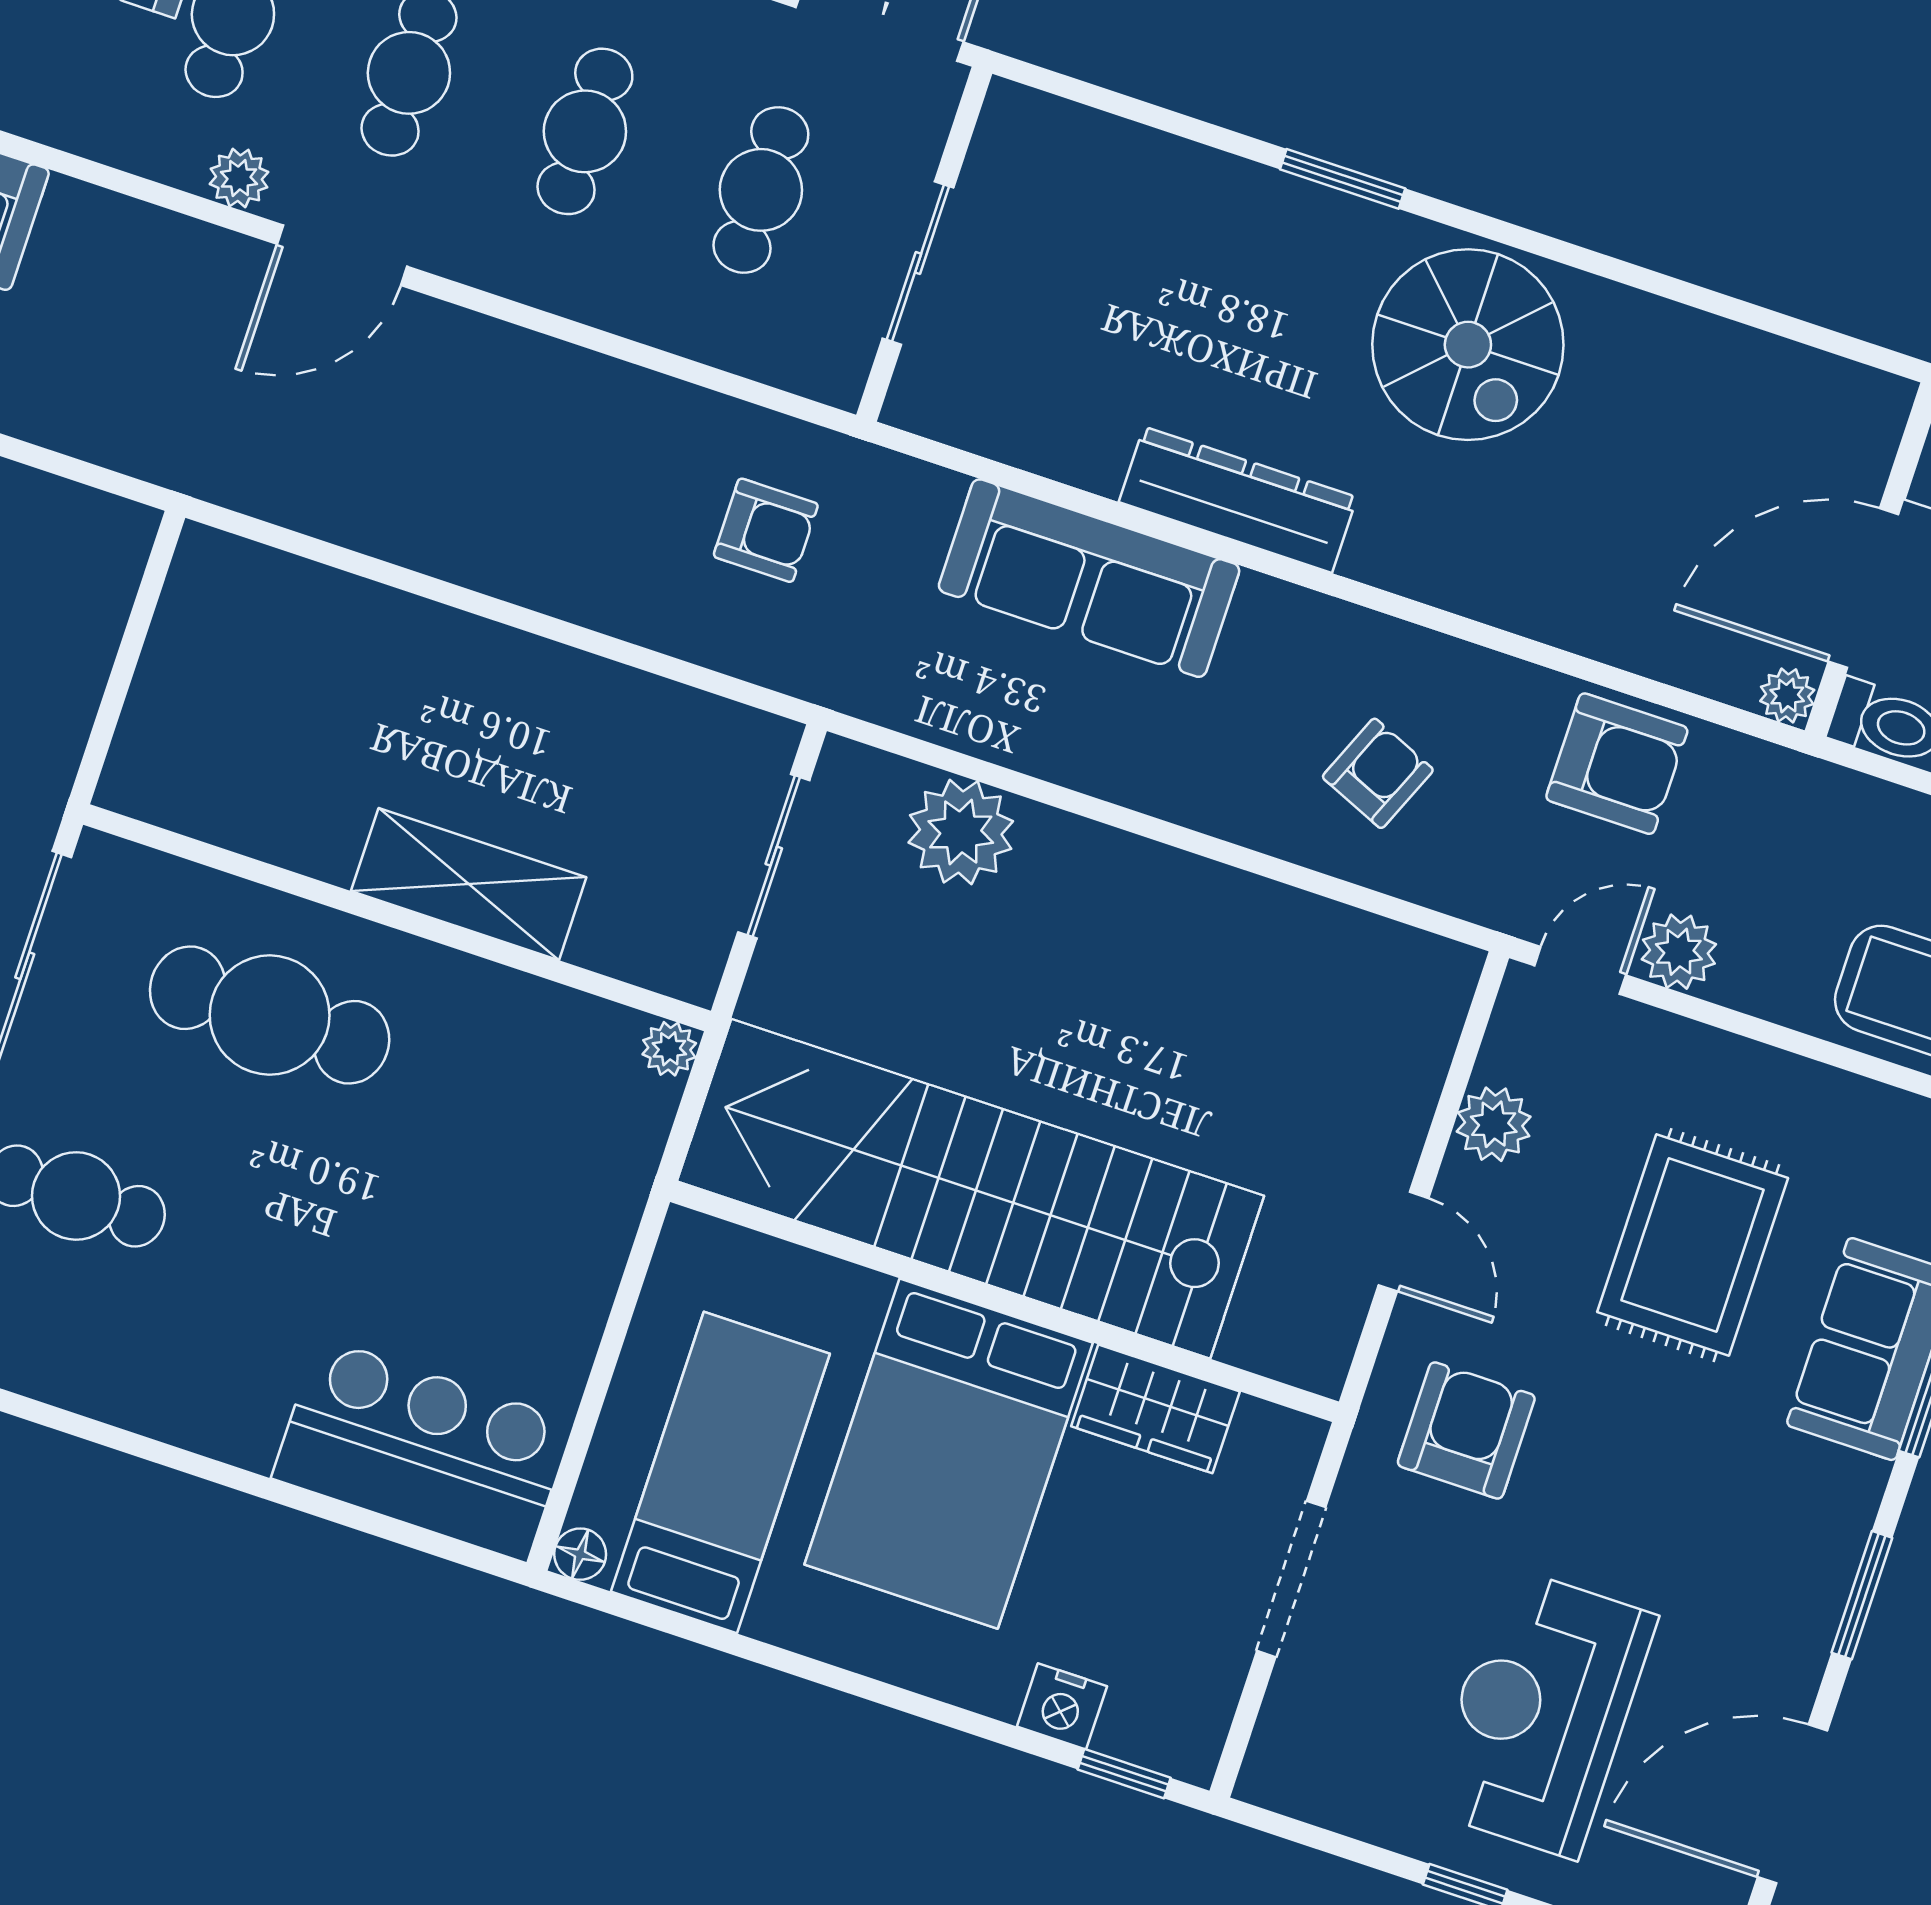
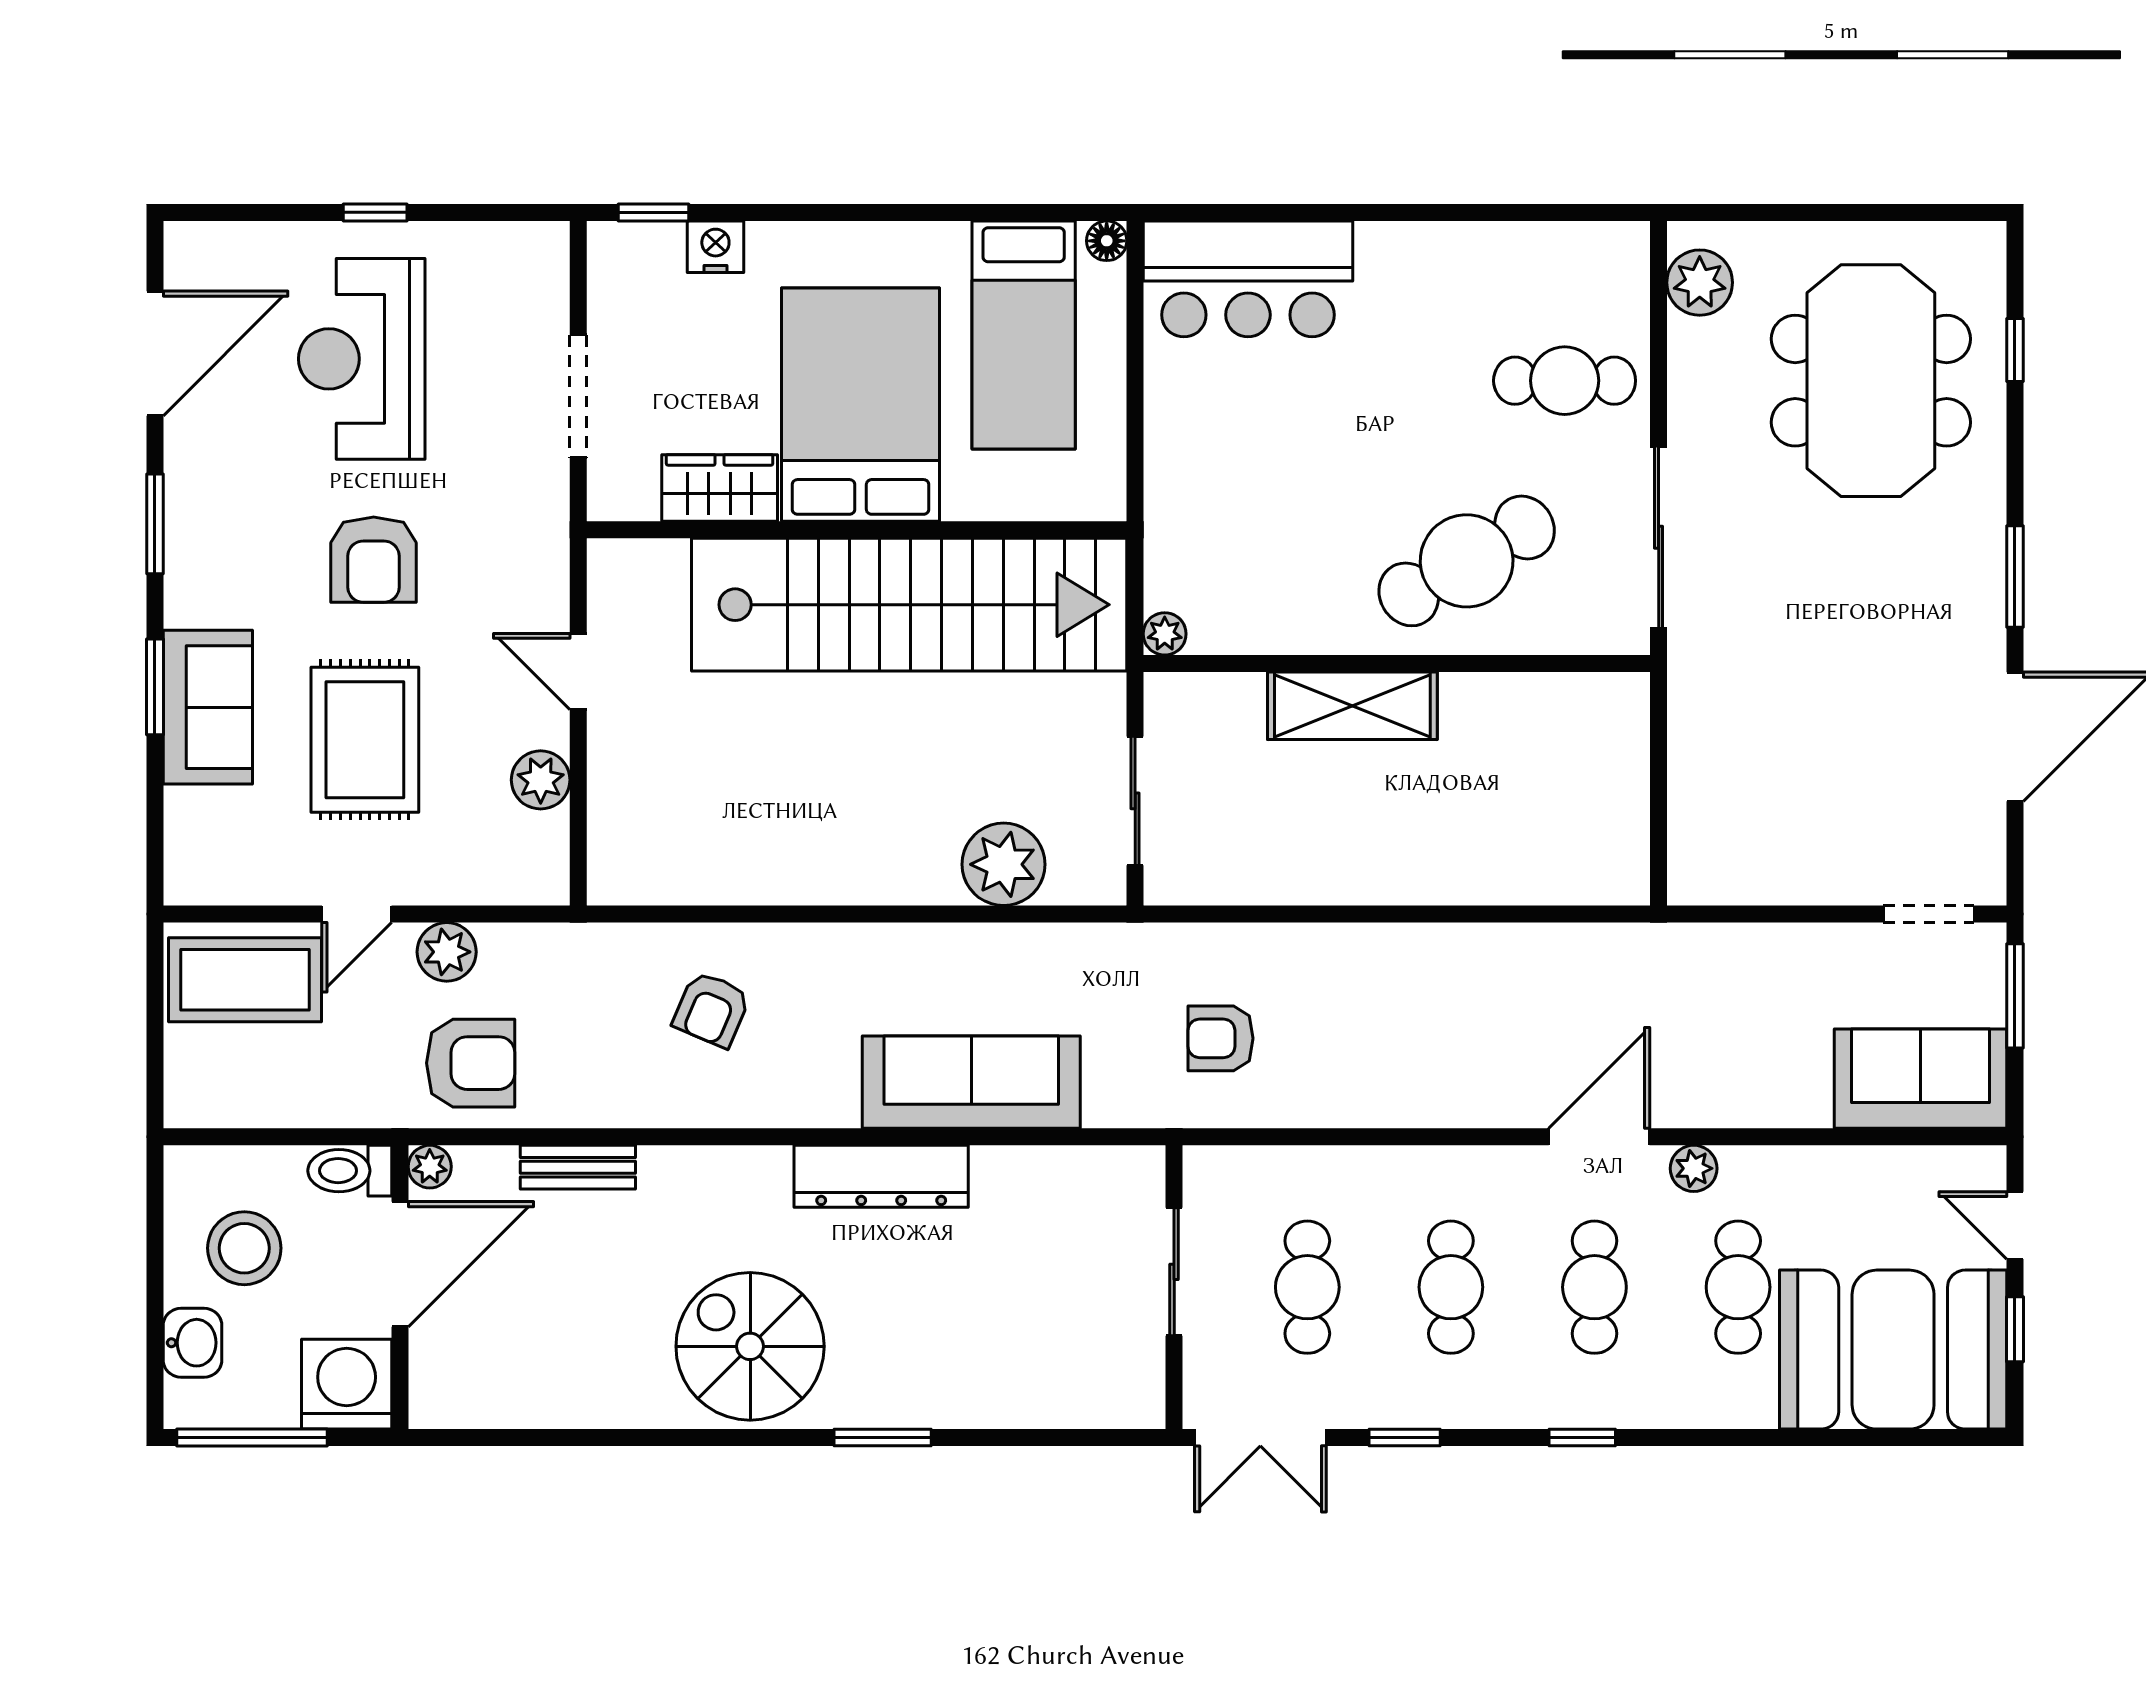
bench: (1606, 634) -> (578, 1167), added
armchair: (1617, 764) -> (471, 1063), moved, turned 180
door: (1580, 970) -> (357, 914), moved
cafe table: (270, 1015) -> (1467, 561), turned -30
armchair: (1466, 1430) -> (374, 560), moved
reception desk: (1541, 1713) -> (362, 359), turned 180

